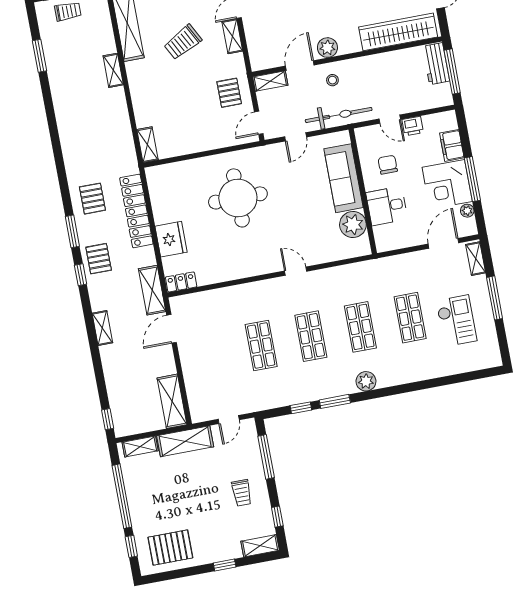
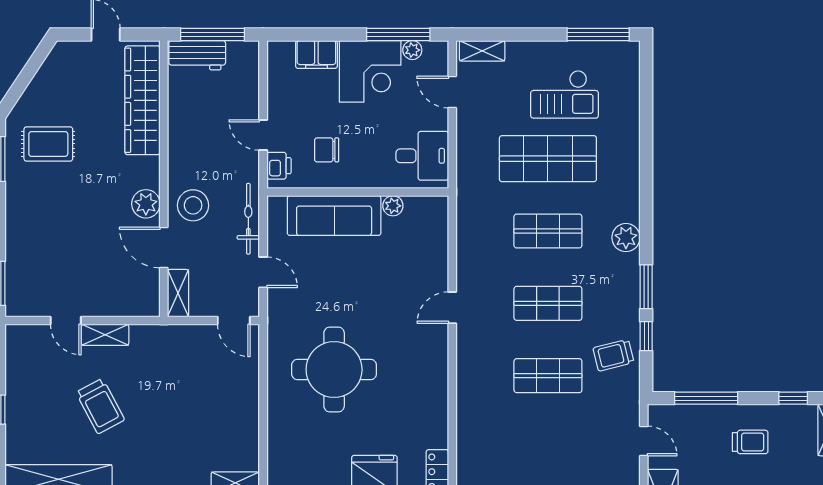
stool: (332, 80) -> (193, 205), width x1.89, depth x1.89
pallet: (229, 93) -> (184, 354), removed
bicycle: (339, 115) -> (248, 219), width x0.73, depth x0.71
door: (390, 119) -> (263, 135), swing flipped
printer: (413, 126) -> (279, 166), moved
window: (472, 179) -> (398, 34), moved
desk: (387, 206) -> (422, 156), moved, turned -90
plant: (353, 224) -> (393, 206), width x0.53, depth x0.53
door: (443, 243) -> (452, 92), width x0.73
window: (495, 298) -> (598, 34), moved
shop shelf: (410, 318) -> (548, 159), width x1.43, depth x1.36
checkout: (456, 321) -> (565, 94), turned 180
trolley: (284, 388) -> (613, 355), added

